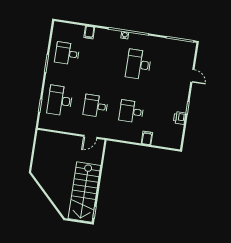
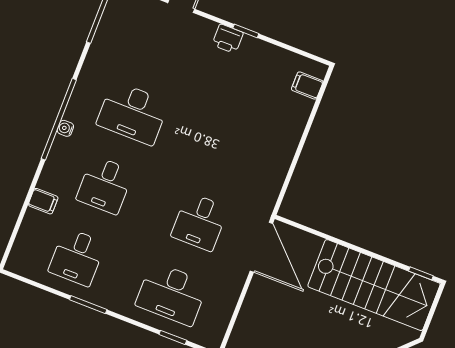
desk: (131, 111) -> (105, 185), moved
printer: (179, 118) -> (228, 39), moved
door: (90, 137) -> (261, 247), width x1.87
filing cabinet: (147, 138) -> (307, 85), moved

